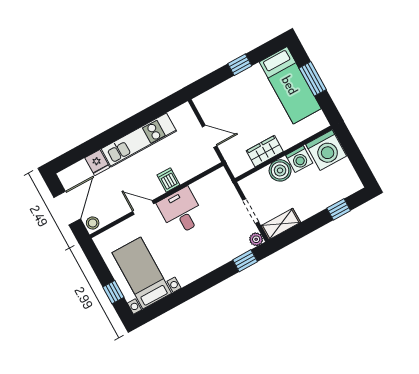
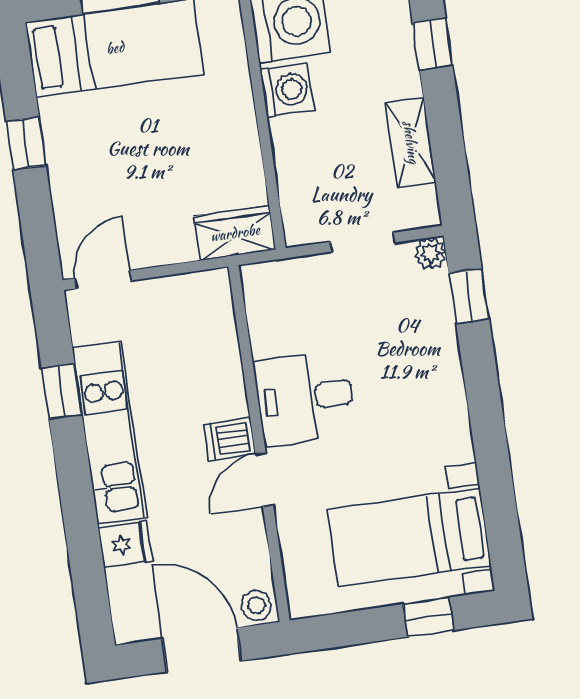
window: (148, 115) -> (62, 391), added
door: (210, 136) -> (103, 280), moved
wardrobe: (265, 151) -> (235, 233), moved, turned 90
boiler: (280, 170) -> (296, 142), removed
dishwasher: (168, 180) -> (229, 439), moved
shelving: (281, 224) -> (411, 142), moved

